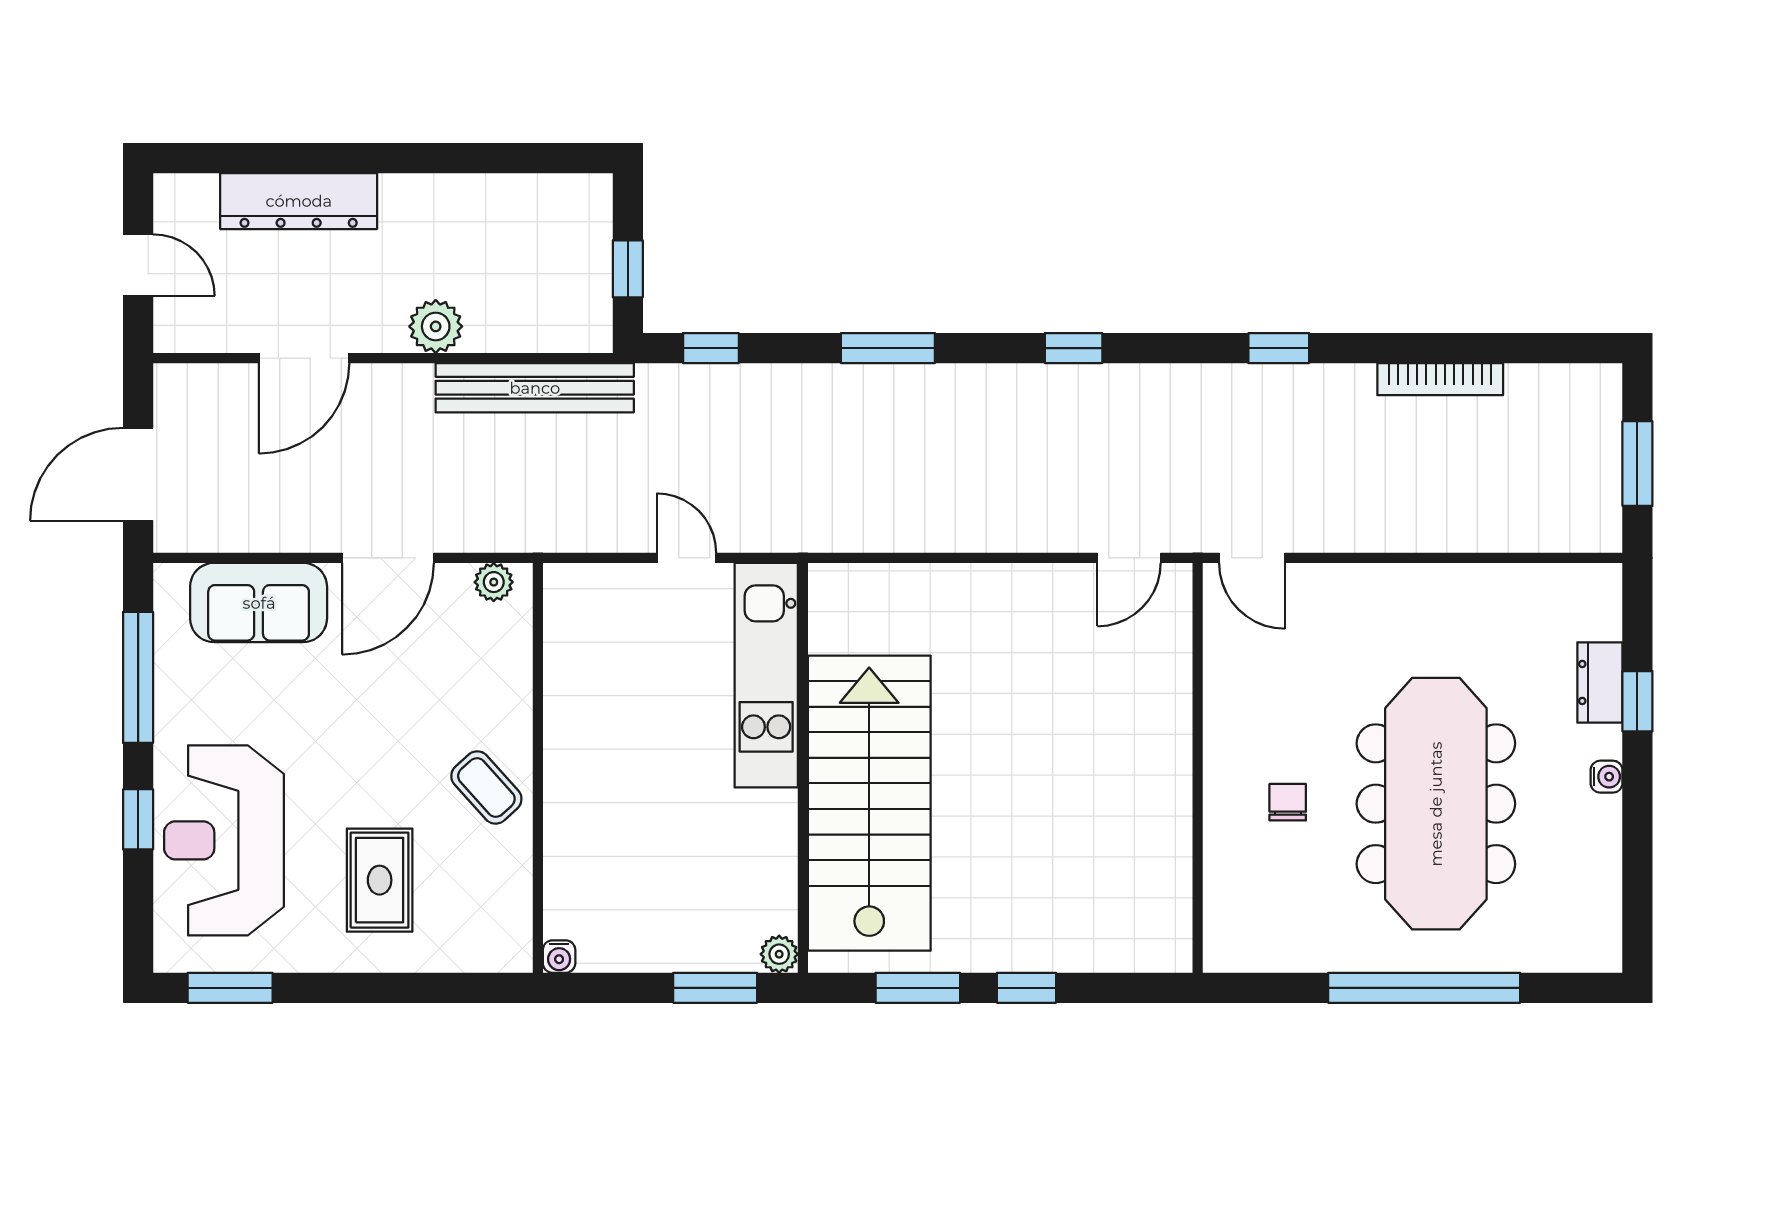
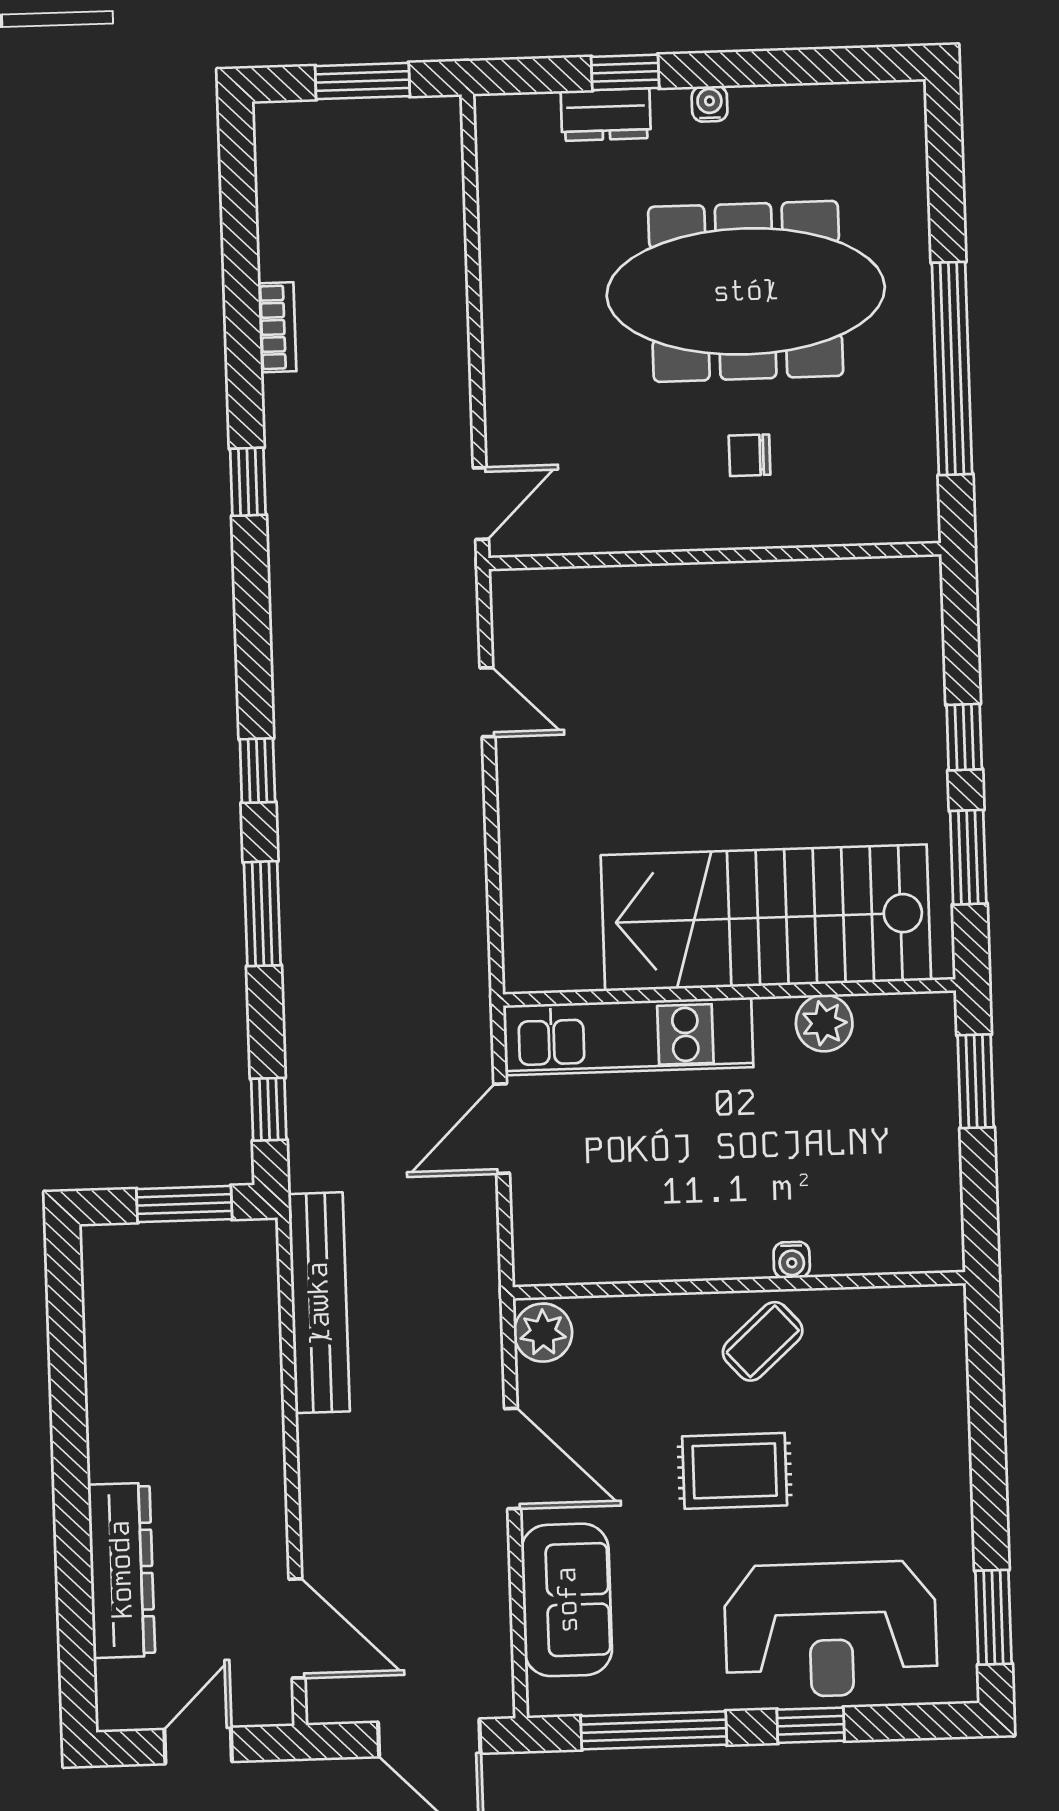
window: (628, 269) -> (184, 1204), width x1.50
plant: (436, 326) -> (255, 1414), removed
window: (1074, 348) -> (257, 771), moved
door: (304, 358) -> (297, 1628), moved
bookcase: (1440, 379) -> (277, 327), width x0.64
door: (686, 558) -> (502, 1129), width x1.38
door: (1129, 558) -> (487, 702), moved
plant: (494, 582) -> (543, 1333), width x1.38, depth x1.38
rug: (380, 880) -> (735, 1471), moved
plant: (779, 954) -> (824, 1023), moved, width x1.38, depth x1.38
water cooler: (559, 957) -> (792, 1260), moved, turned 90
window: (1424, 988) -> (952, 368), moved

